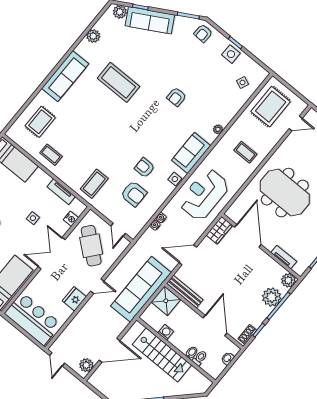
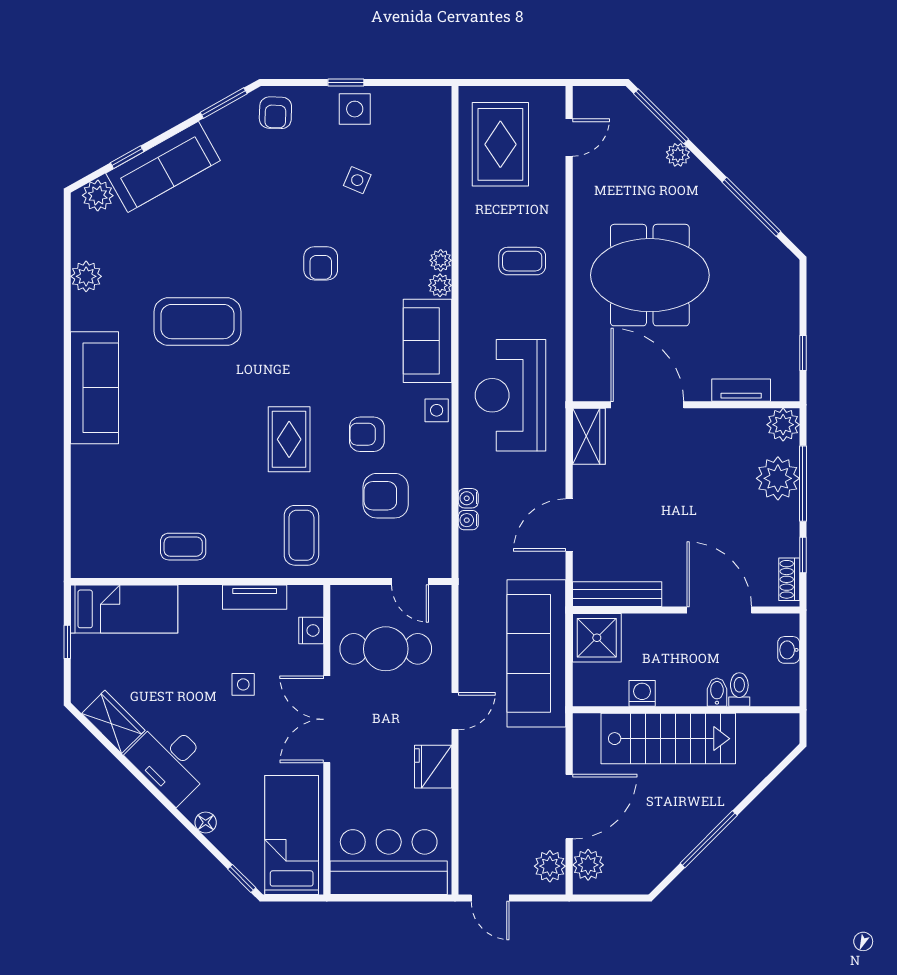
side table: (242, 82) -> (357, 180), moved
rug: (40, 122) -> (289, 439), moved
plant: (211, 138) -> (440, 285), added
armchair: (134, 194) -> (386, 496), turned 180
cafe table: (91, 246) -> (386, 649), turned -40
plant: (100, 375) -> (588, 865), added

